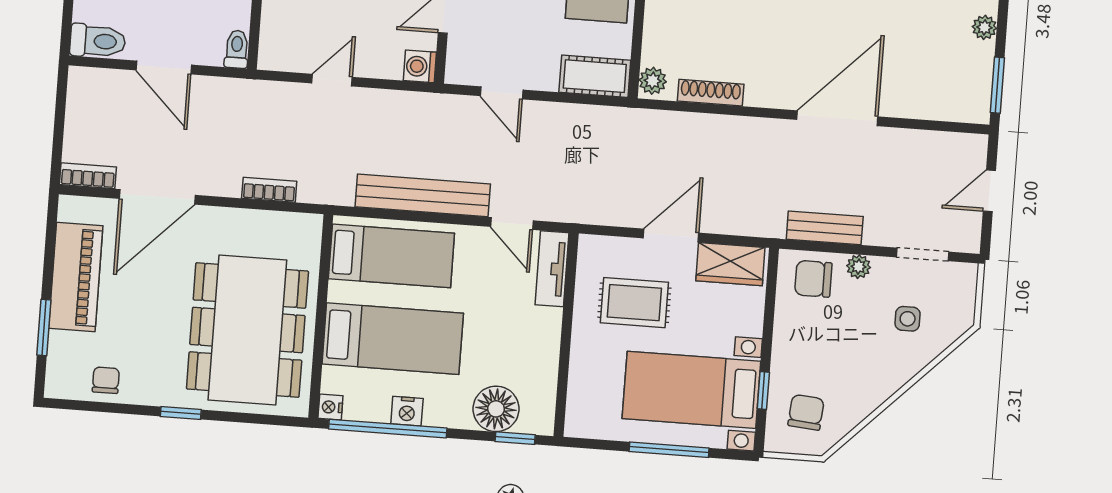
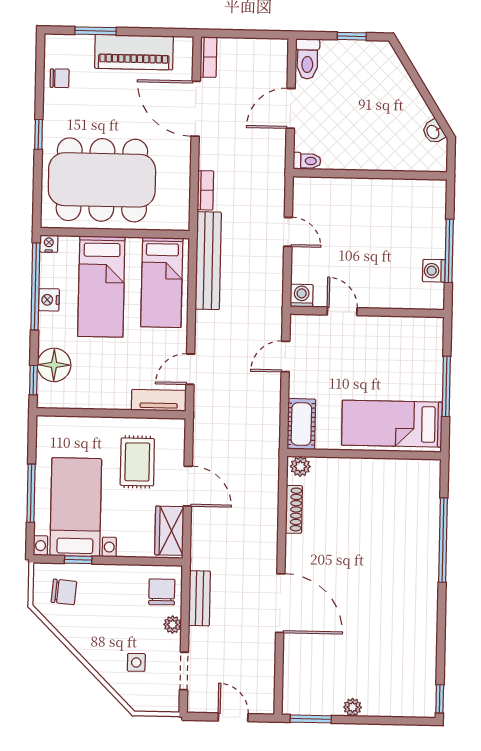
bench: (423, 195) -> (208, 261), moved

